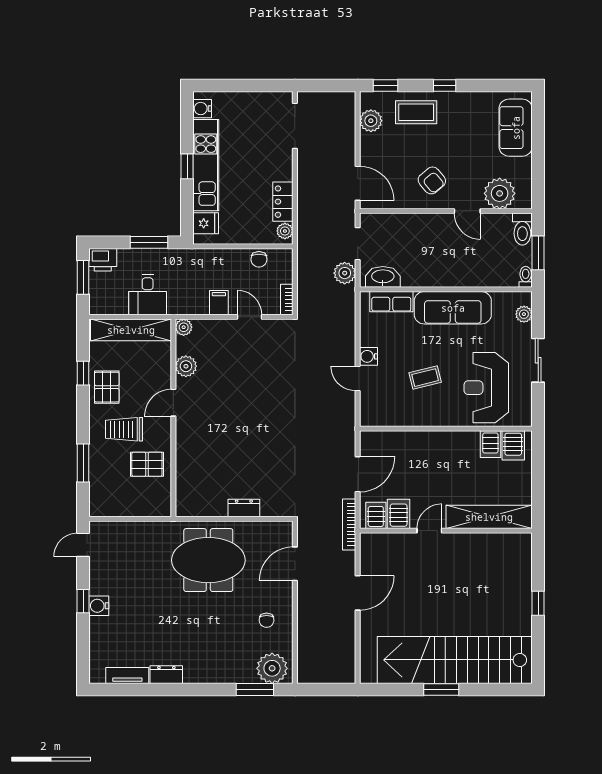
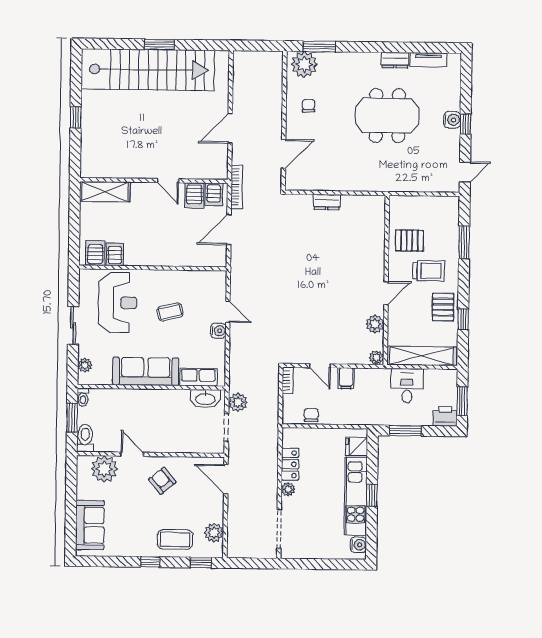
plant: (285, 231) -> (288, 489), moved
shelving: (489, 517) -> (105, 192), width x0.68
door: (429, 531) -> (168, 181), hinge flipped
meeting table: (208, 560) -> (387, 116), moved

